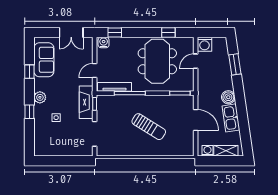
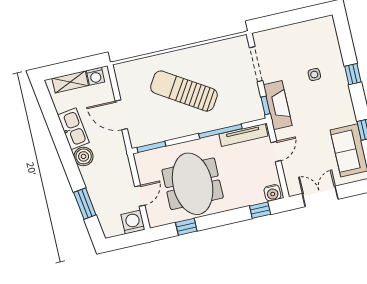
plant: (40, 97) -> (343, 97), removed
sun lounger: (149, 127) -> (184, 91), width x1.36, depth x1.34

